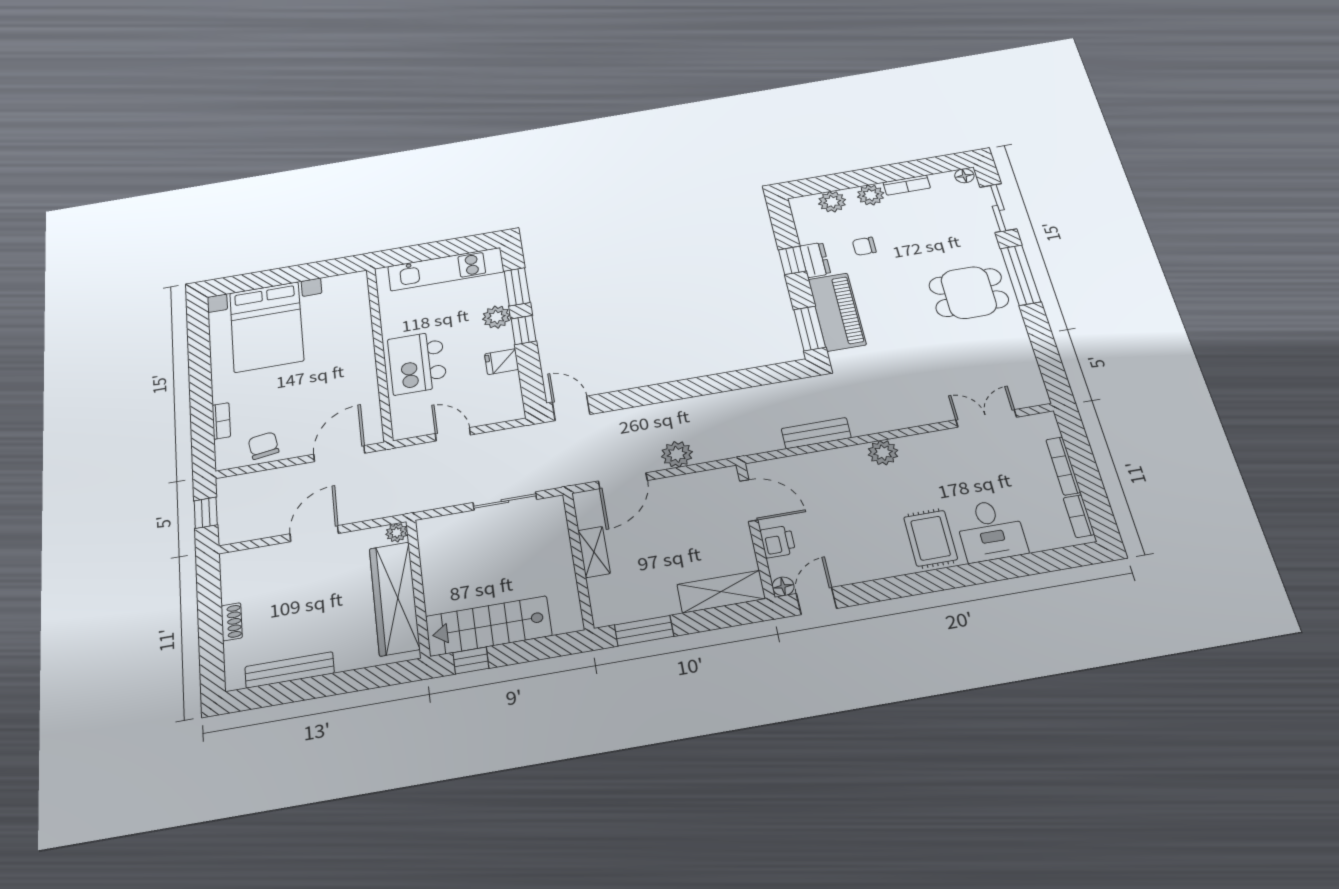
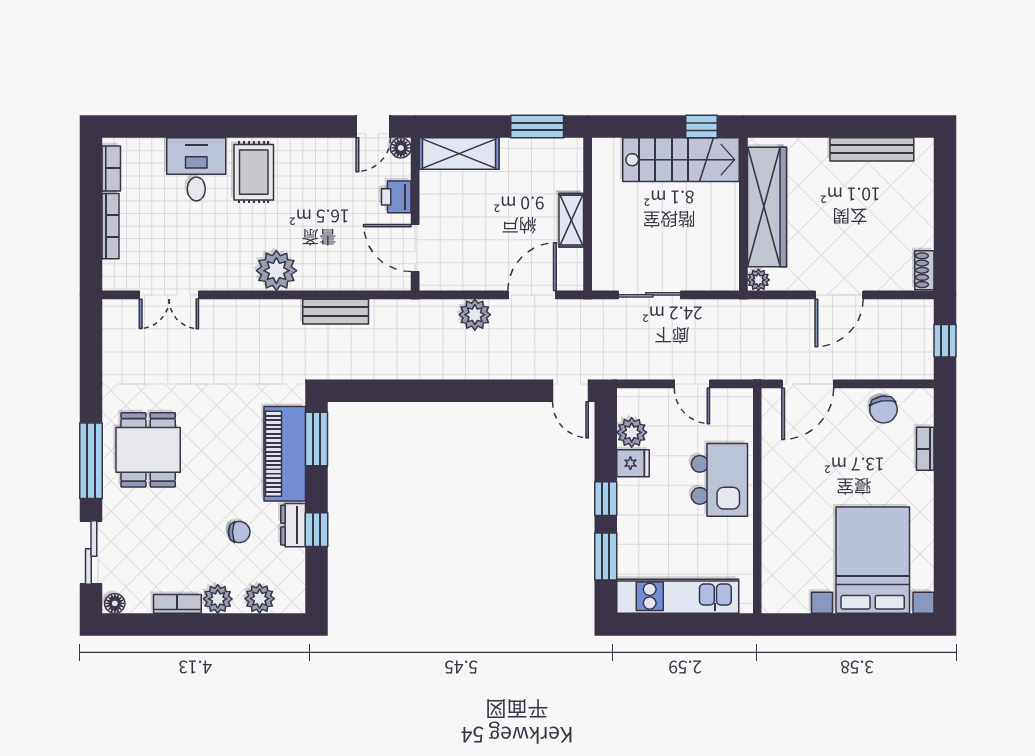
dining table: (969, 293) -> (148, 450), turned 90
plant: (496, 317) -> (632, 432), moved
plant: (883, 453) -> (276, 271), width x1.36, depth x1.36
shoe rack: (232, 622) -> (924, 270), moved

